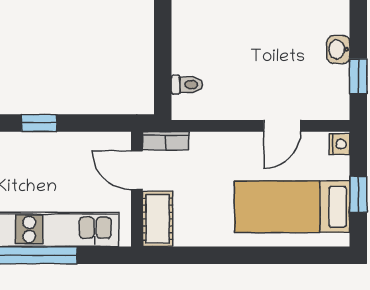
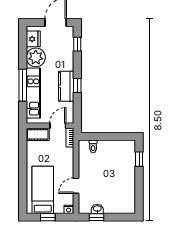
washbasin: (338, 49) -> (97, 209), moved
door: (282, 126) -> (76, 186), hinge flipped
kitchen counter: (41, 150) -> (66, 86), added

